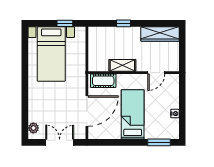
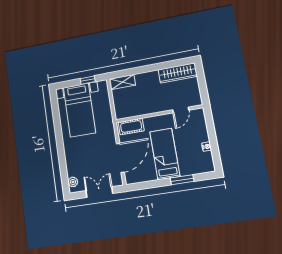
window: (123, 23) -> (141, 70), removed
shelving: (122, 65) -> (122, 82), moved
window: (159, 142) -> (182, 180), moved

